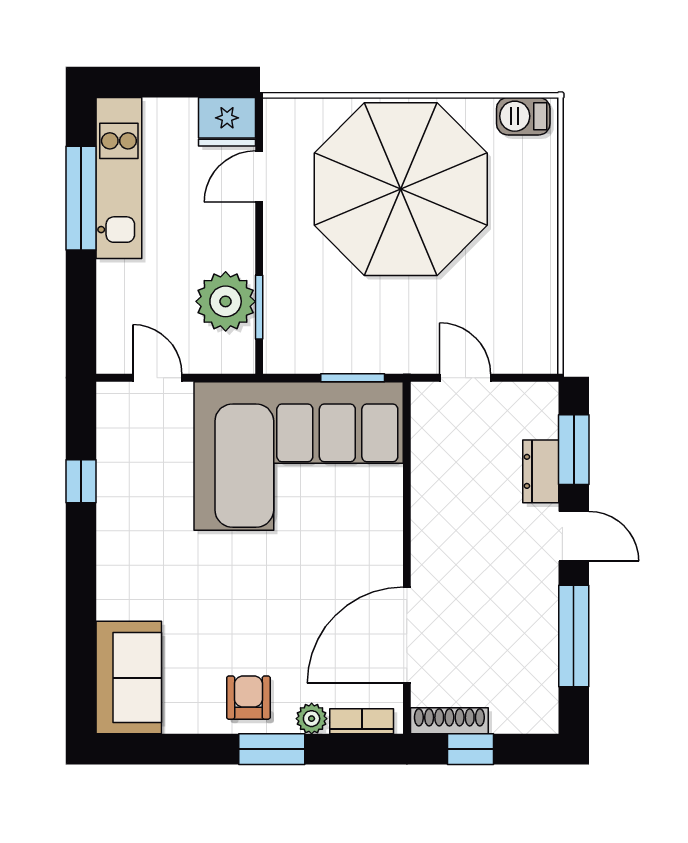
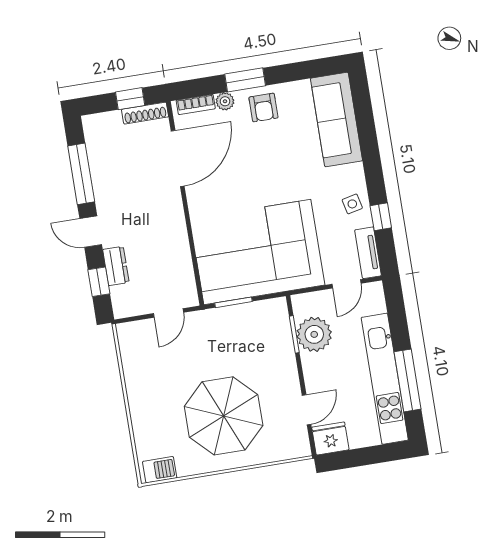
kitchen unit: (119, 178) -> (385, 379), width x1.36
parasol: (401, 189) -> (224, 416), width x0.73, depth x0.73
door: (157, 378) -> (346, 284), hinge flipped
door: (465, 378) -> (168, 313), hinge flipped
tv unit: (112, 424) -> (368, 253), added
window: (574, 450) -> (99, 282), width x0.67
side table: (125, 511) -> (352, 204), added
sofa: (129, 678) -> (336, 119), width x1.36

